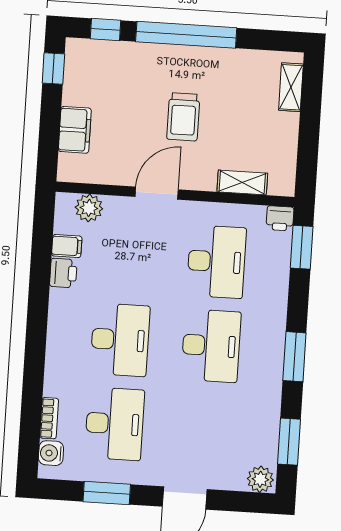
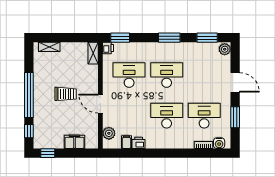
shelving: (242, 183) -> (93, 53), moved

